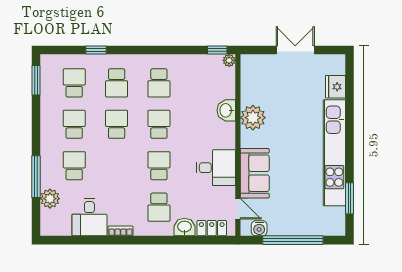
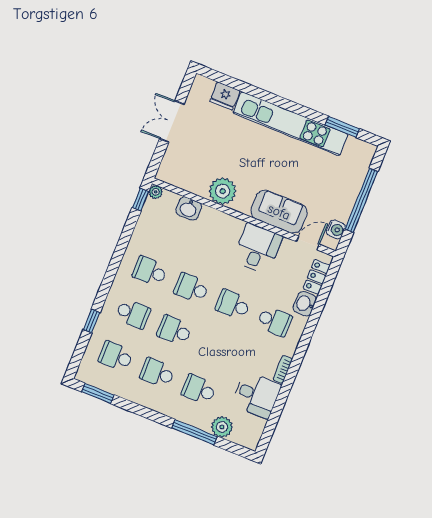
school desk: (159, 83) -> (150, 271), turned 180
washbasin: (226, 110) -> (189, 209), moved

